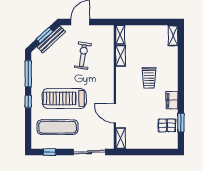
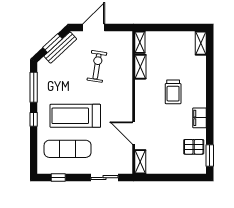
window: (181, 123) -> (210, 156), moved
sliding door: (90, 152) -> (104, 178), width x0.73

